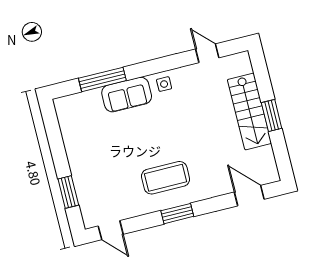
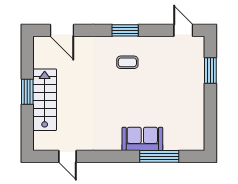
side table: (164, 84) -> (109, 140), removed
coffee table: (166, 178) -> (127, 62), width x0.54, depth x0.58

